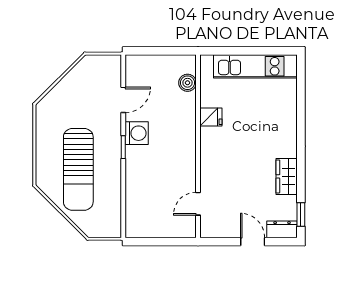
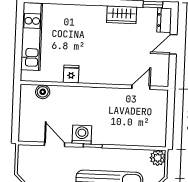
door: (198, 204) -> (141, 87), swing flipped
plant: (112, 228) -> (158, 158), added

